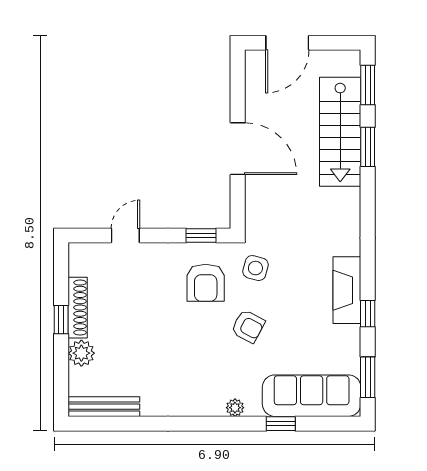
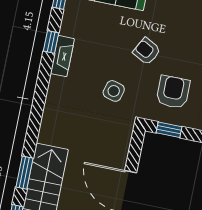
side table: (255, 268) -> (114, 91), moved
fireplace: (347, 290) -> (62, 56), width x0.73, depth x0.76

